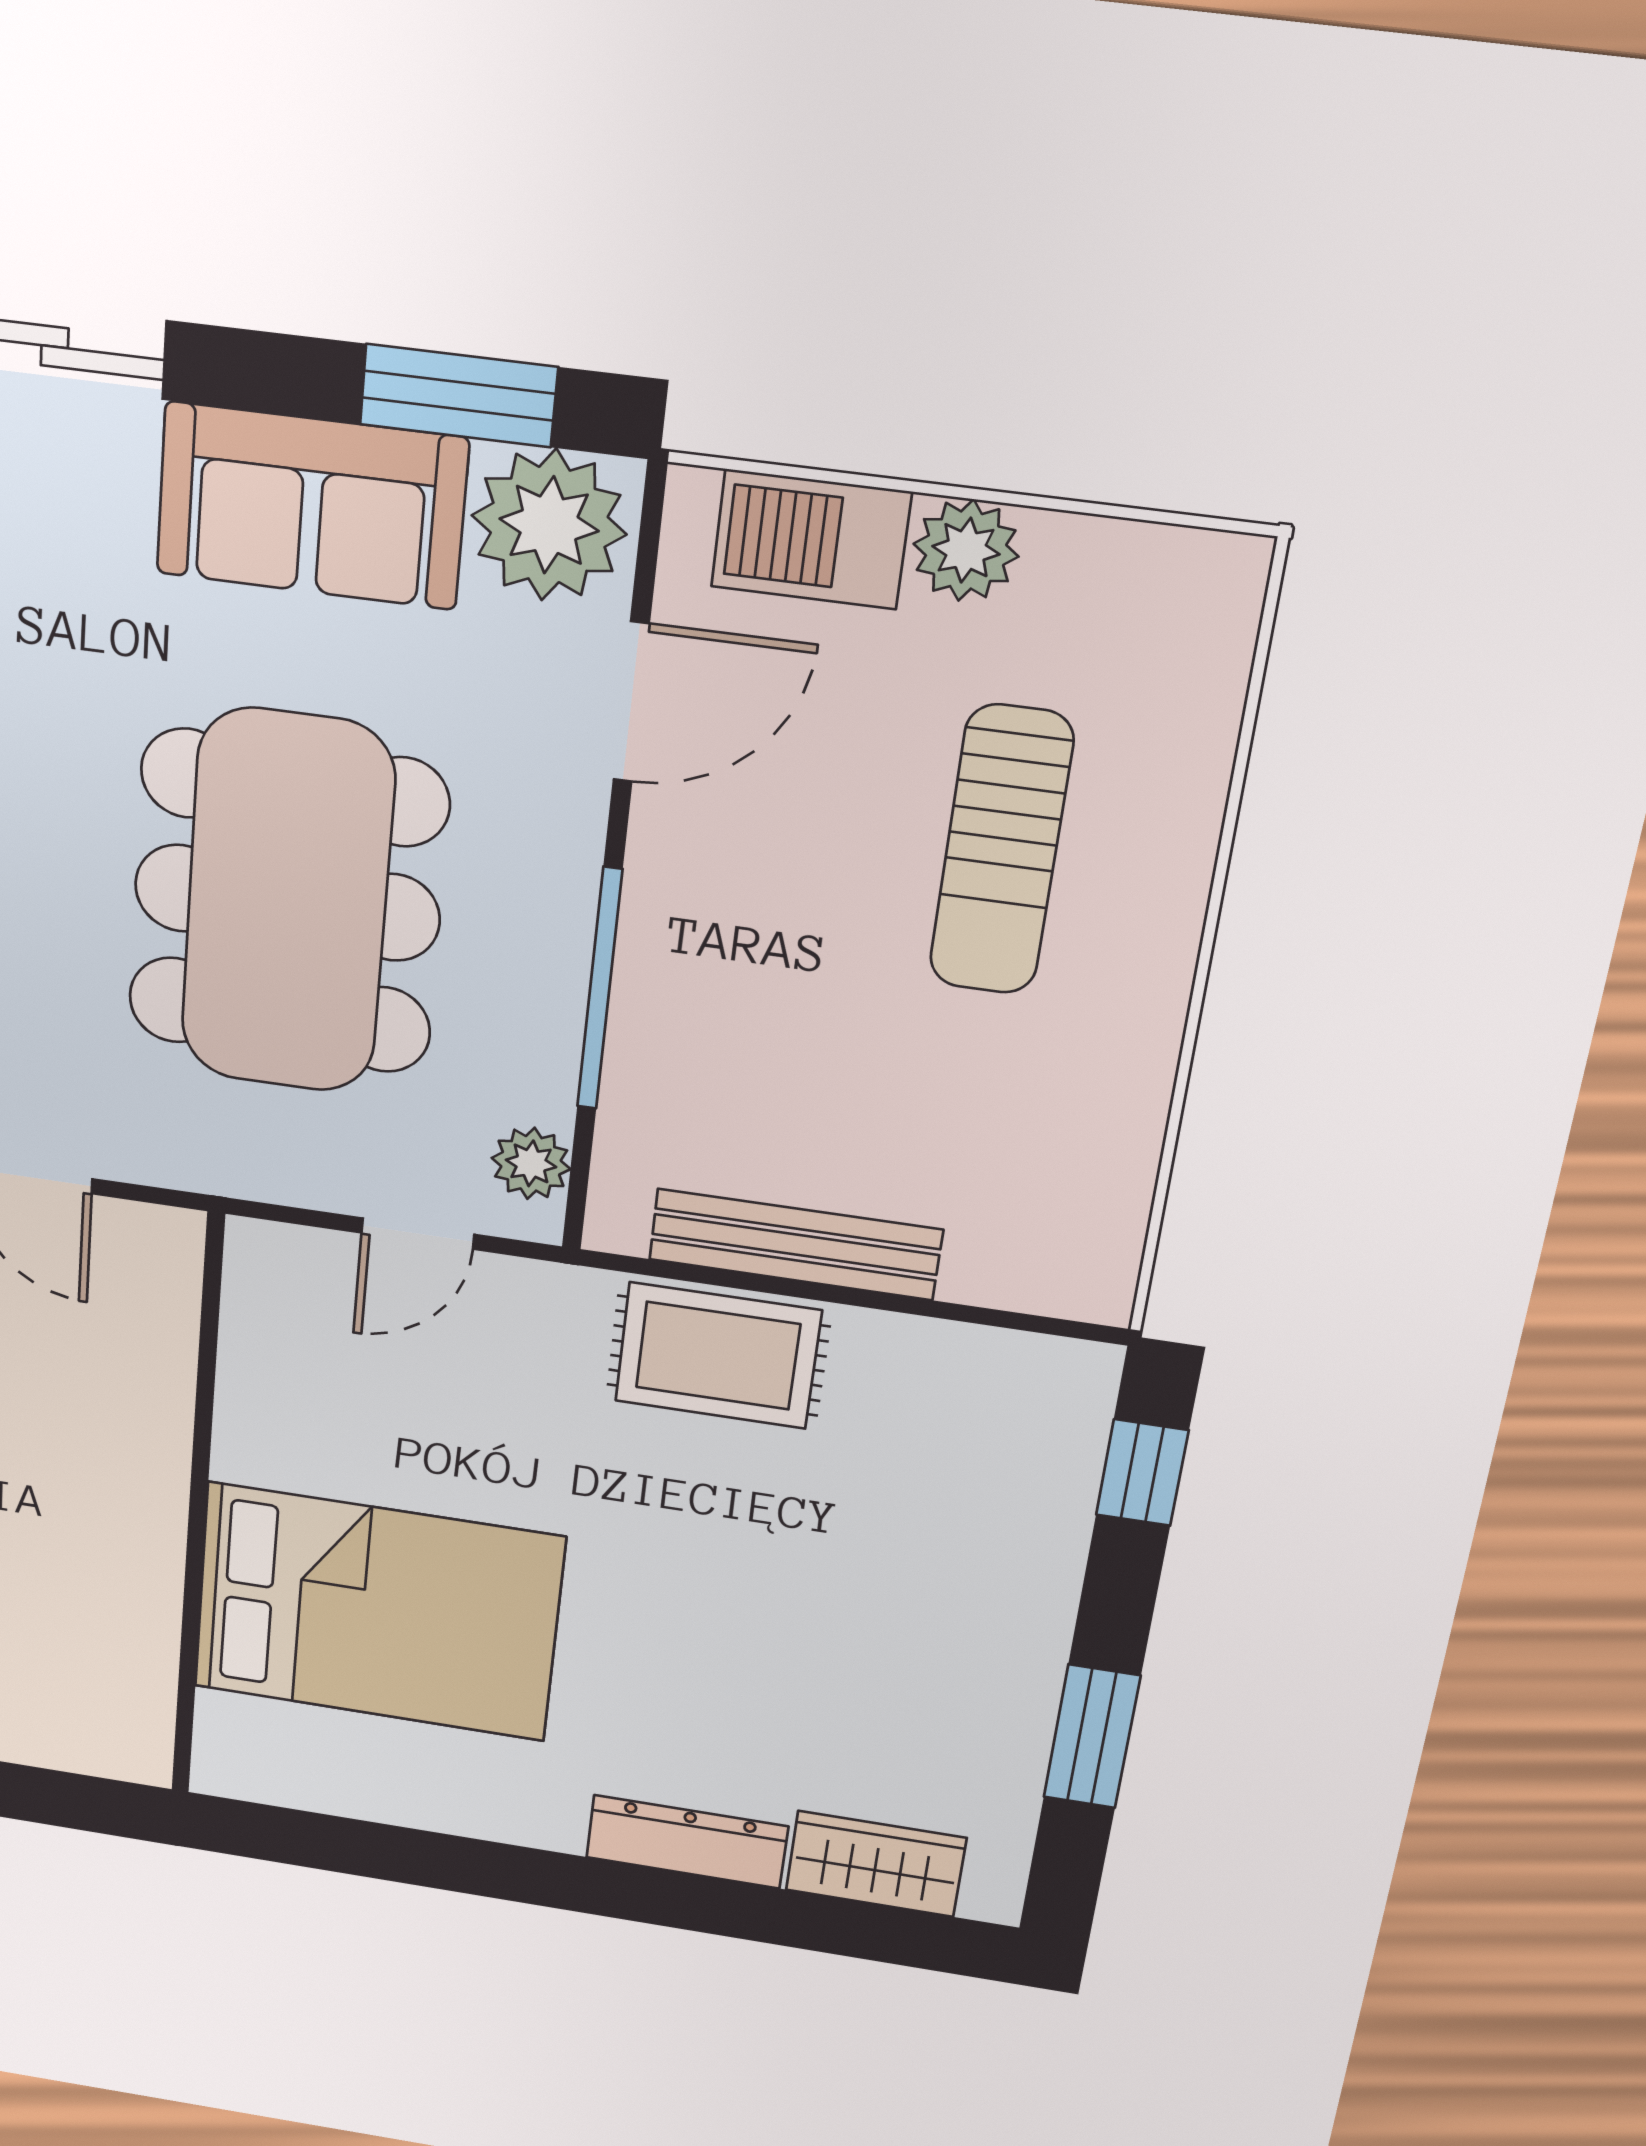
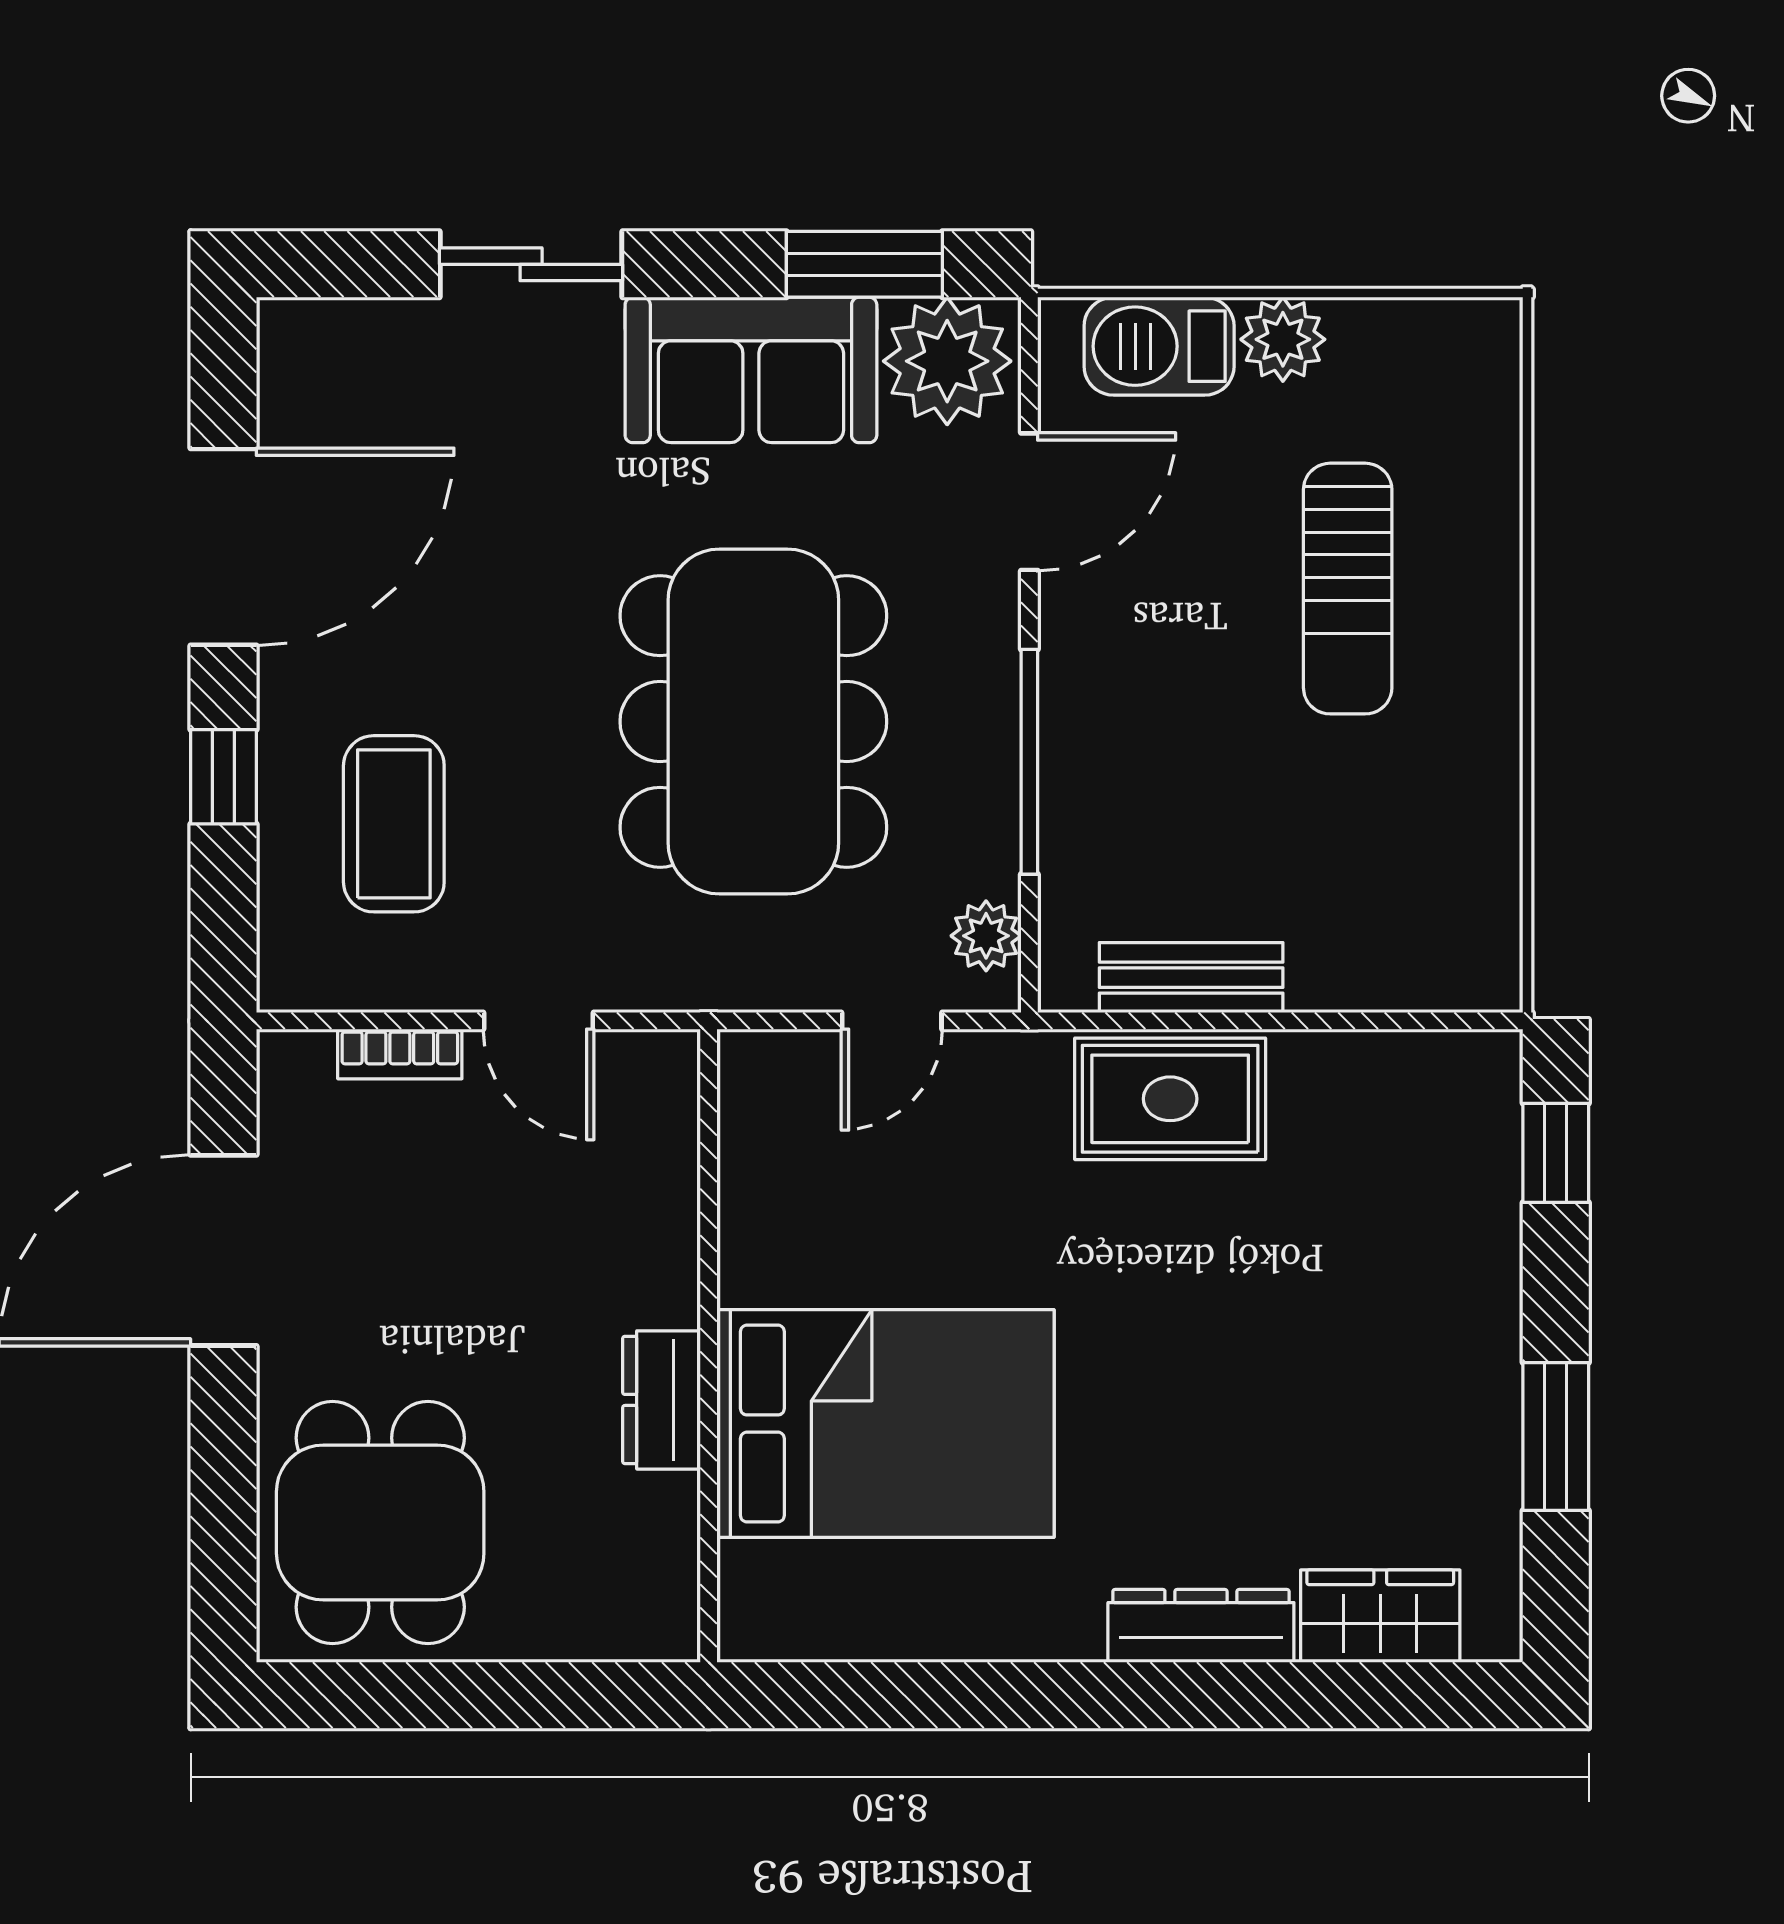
bench: (795, 1244) -> (1191, 978), width x0.73
dresser: (146, 1555) -> (662, 1400), added

